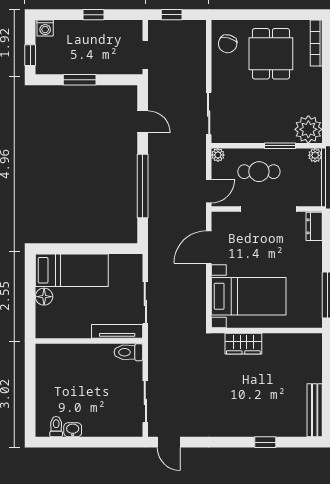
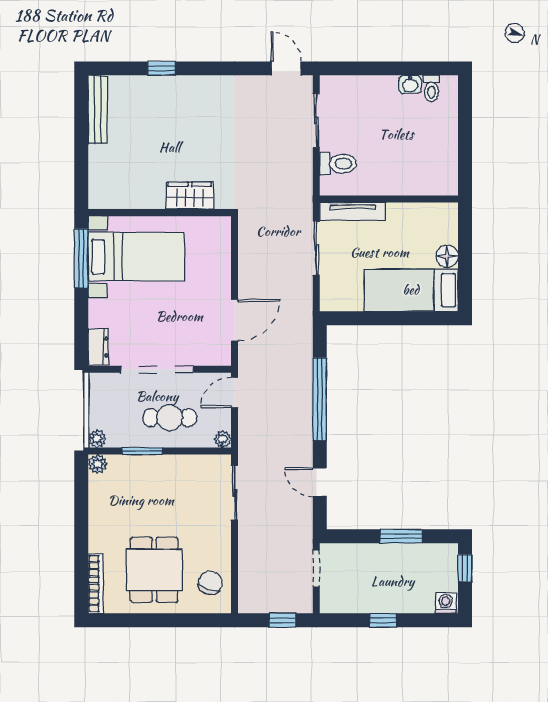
plant: (308, 129) -> (98, 464), width x0.53, depth x0.53
bed with nightstands: (249, 296) -> (136, 257), moved, turned 180
toilet: (128, 352) -> (338, 164), moved

